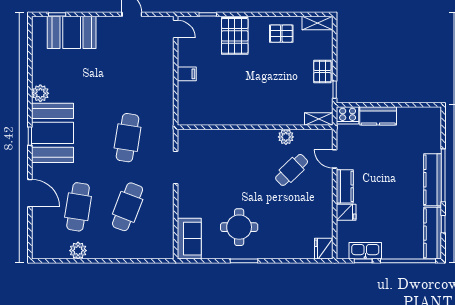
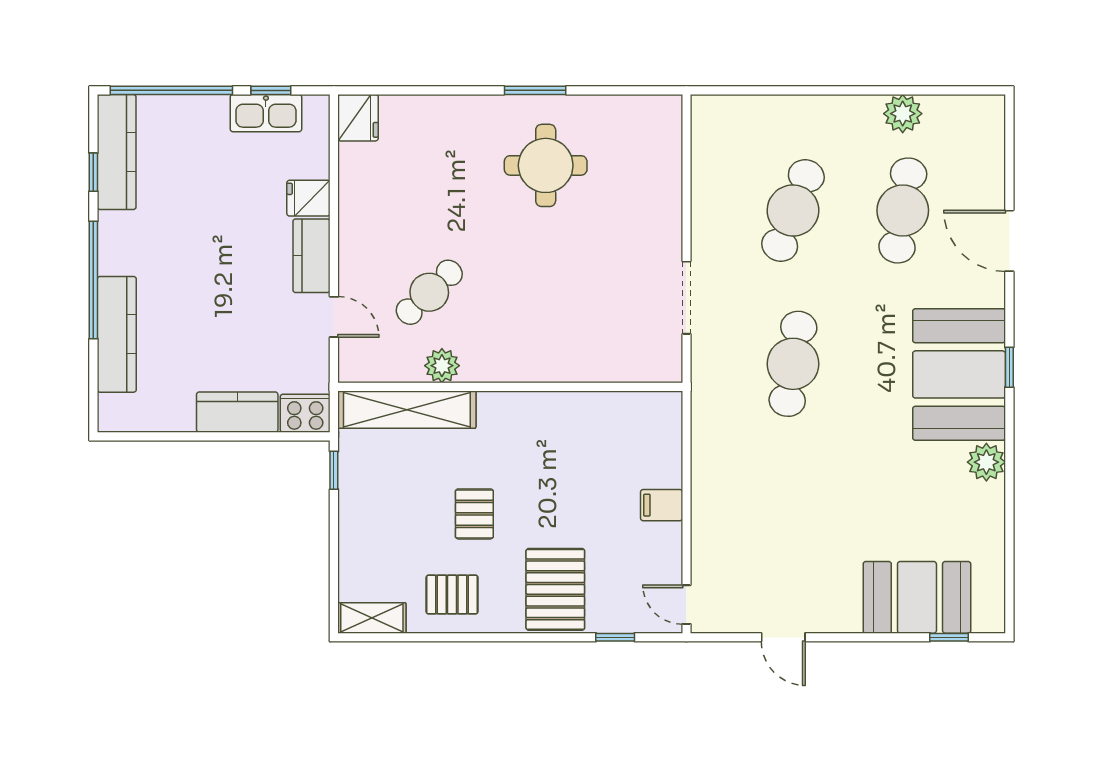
pallet: (322, 72) -> (474, 514), moved
shelving: (319, 119) -> (407, 410), width x2.20, depth x1.33
kitchen counter: (433, 180) -> (117, 334), moved
sofa: (189, 239) -> (656, 140), removed

